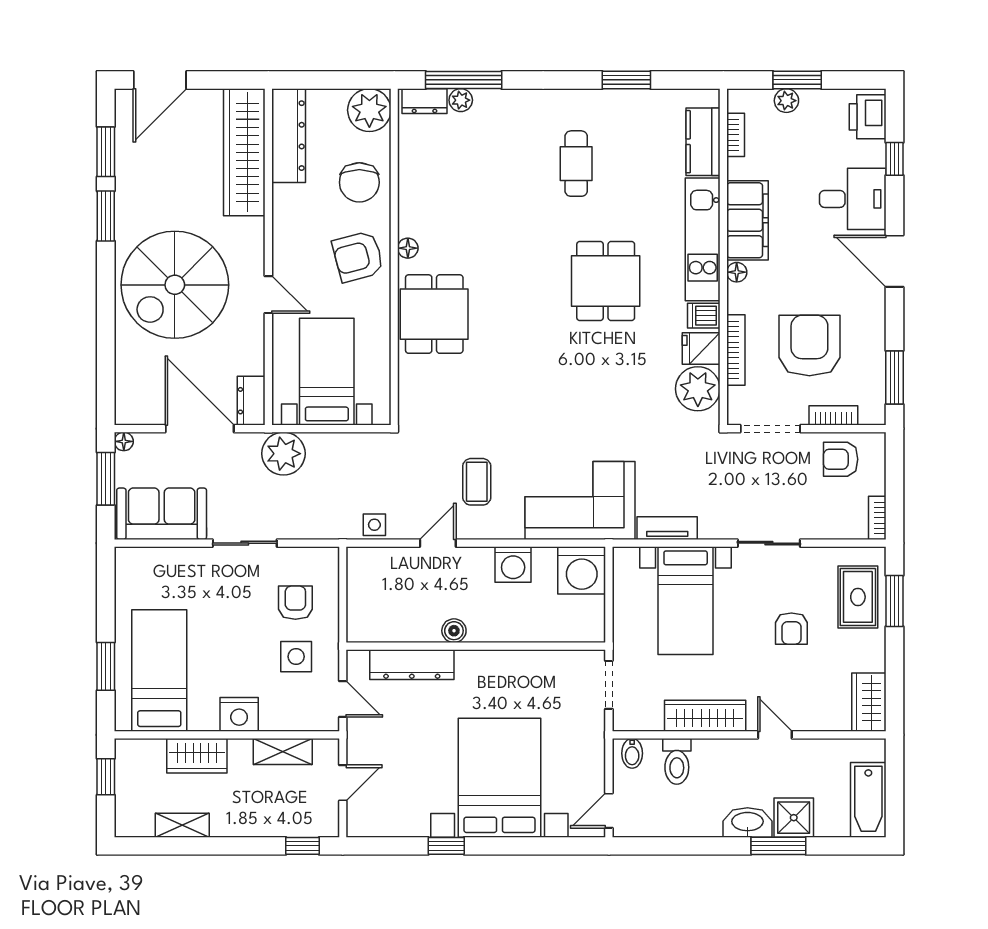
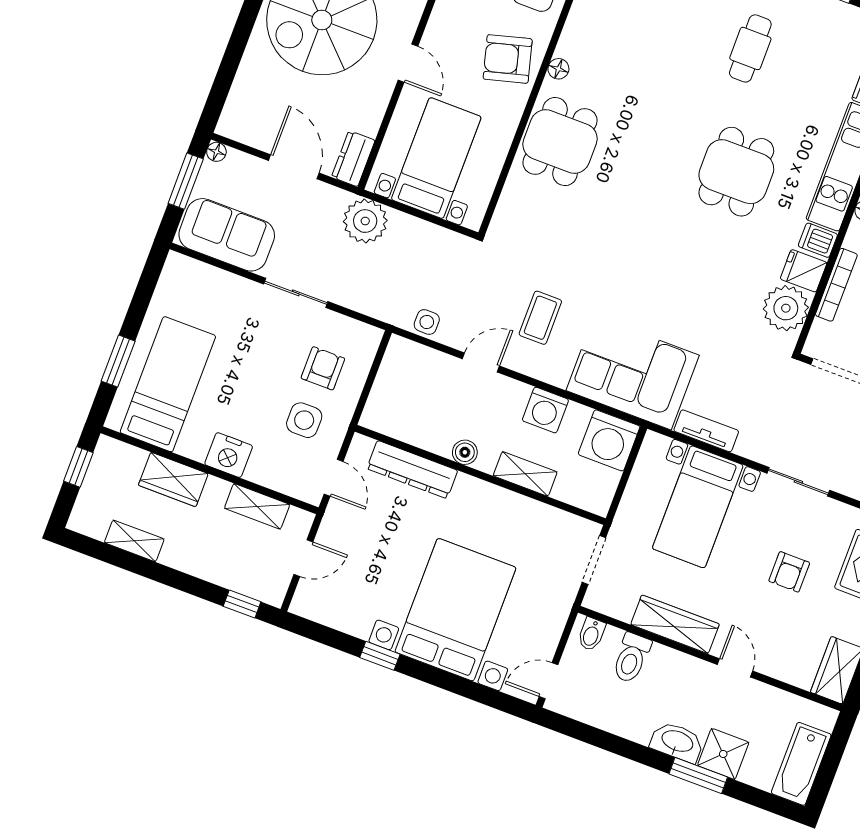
door: (200, 429) -> (294, 167), width x0.73
shelving: (517, 630) -> (525, 474), added

